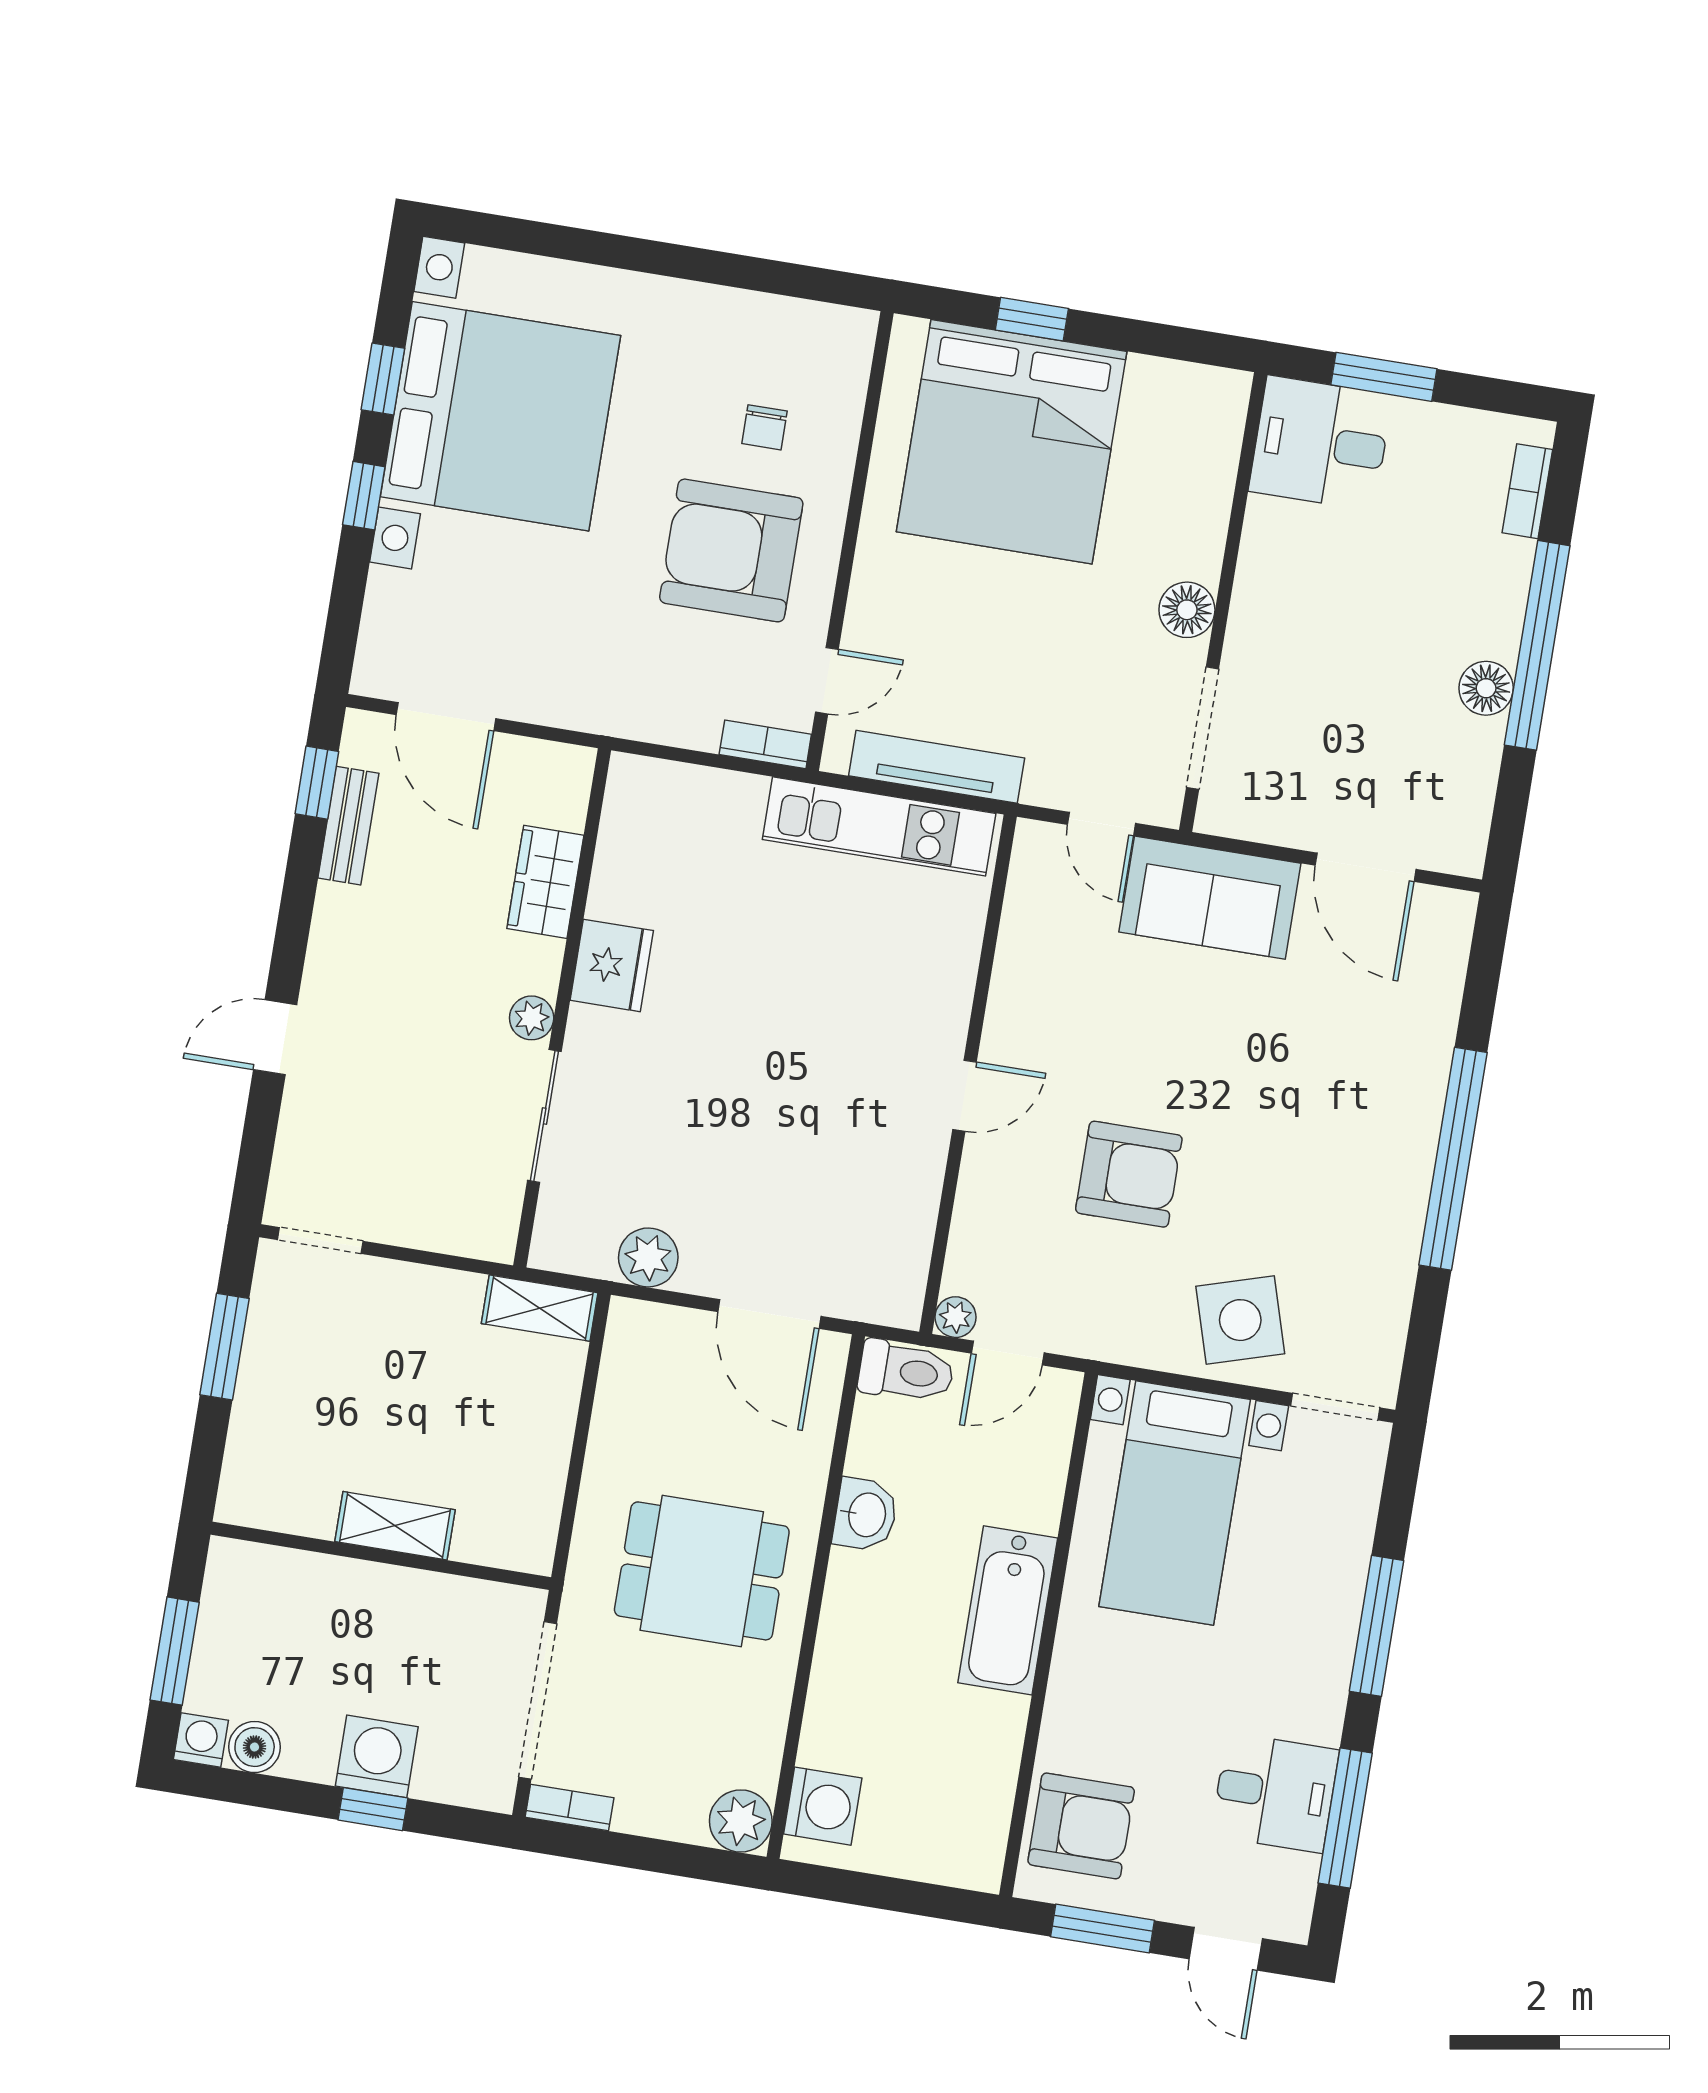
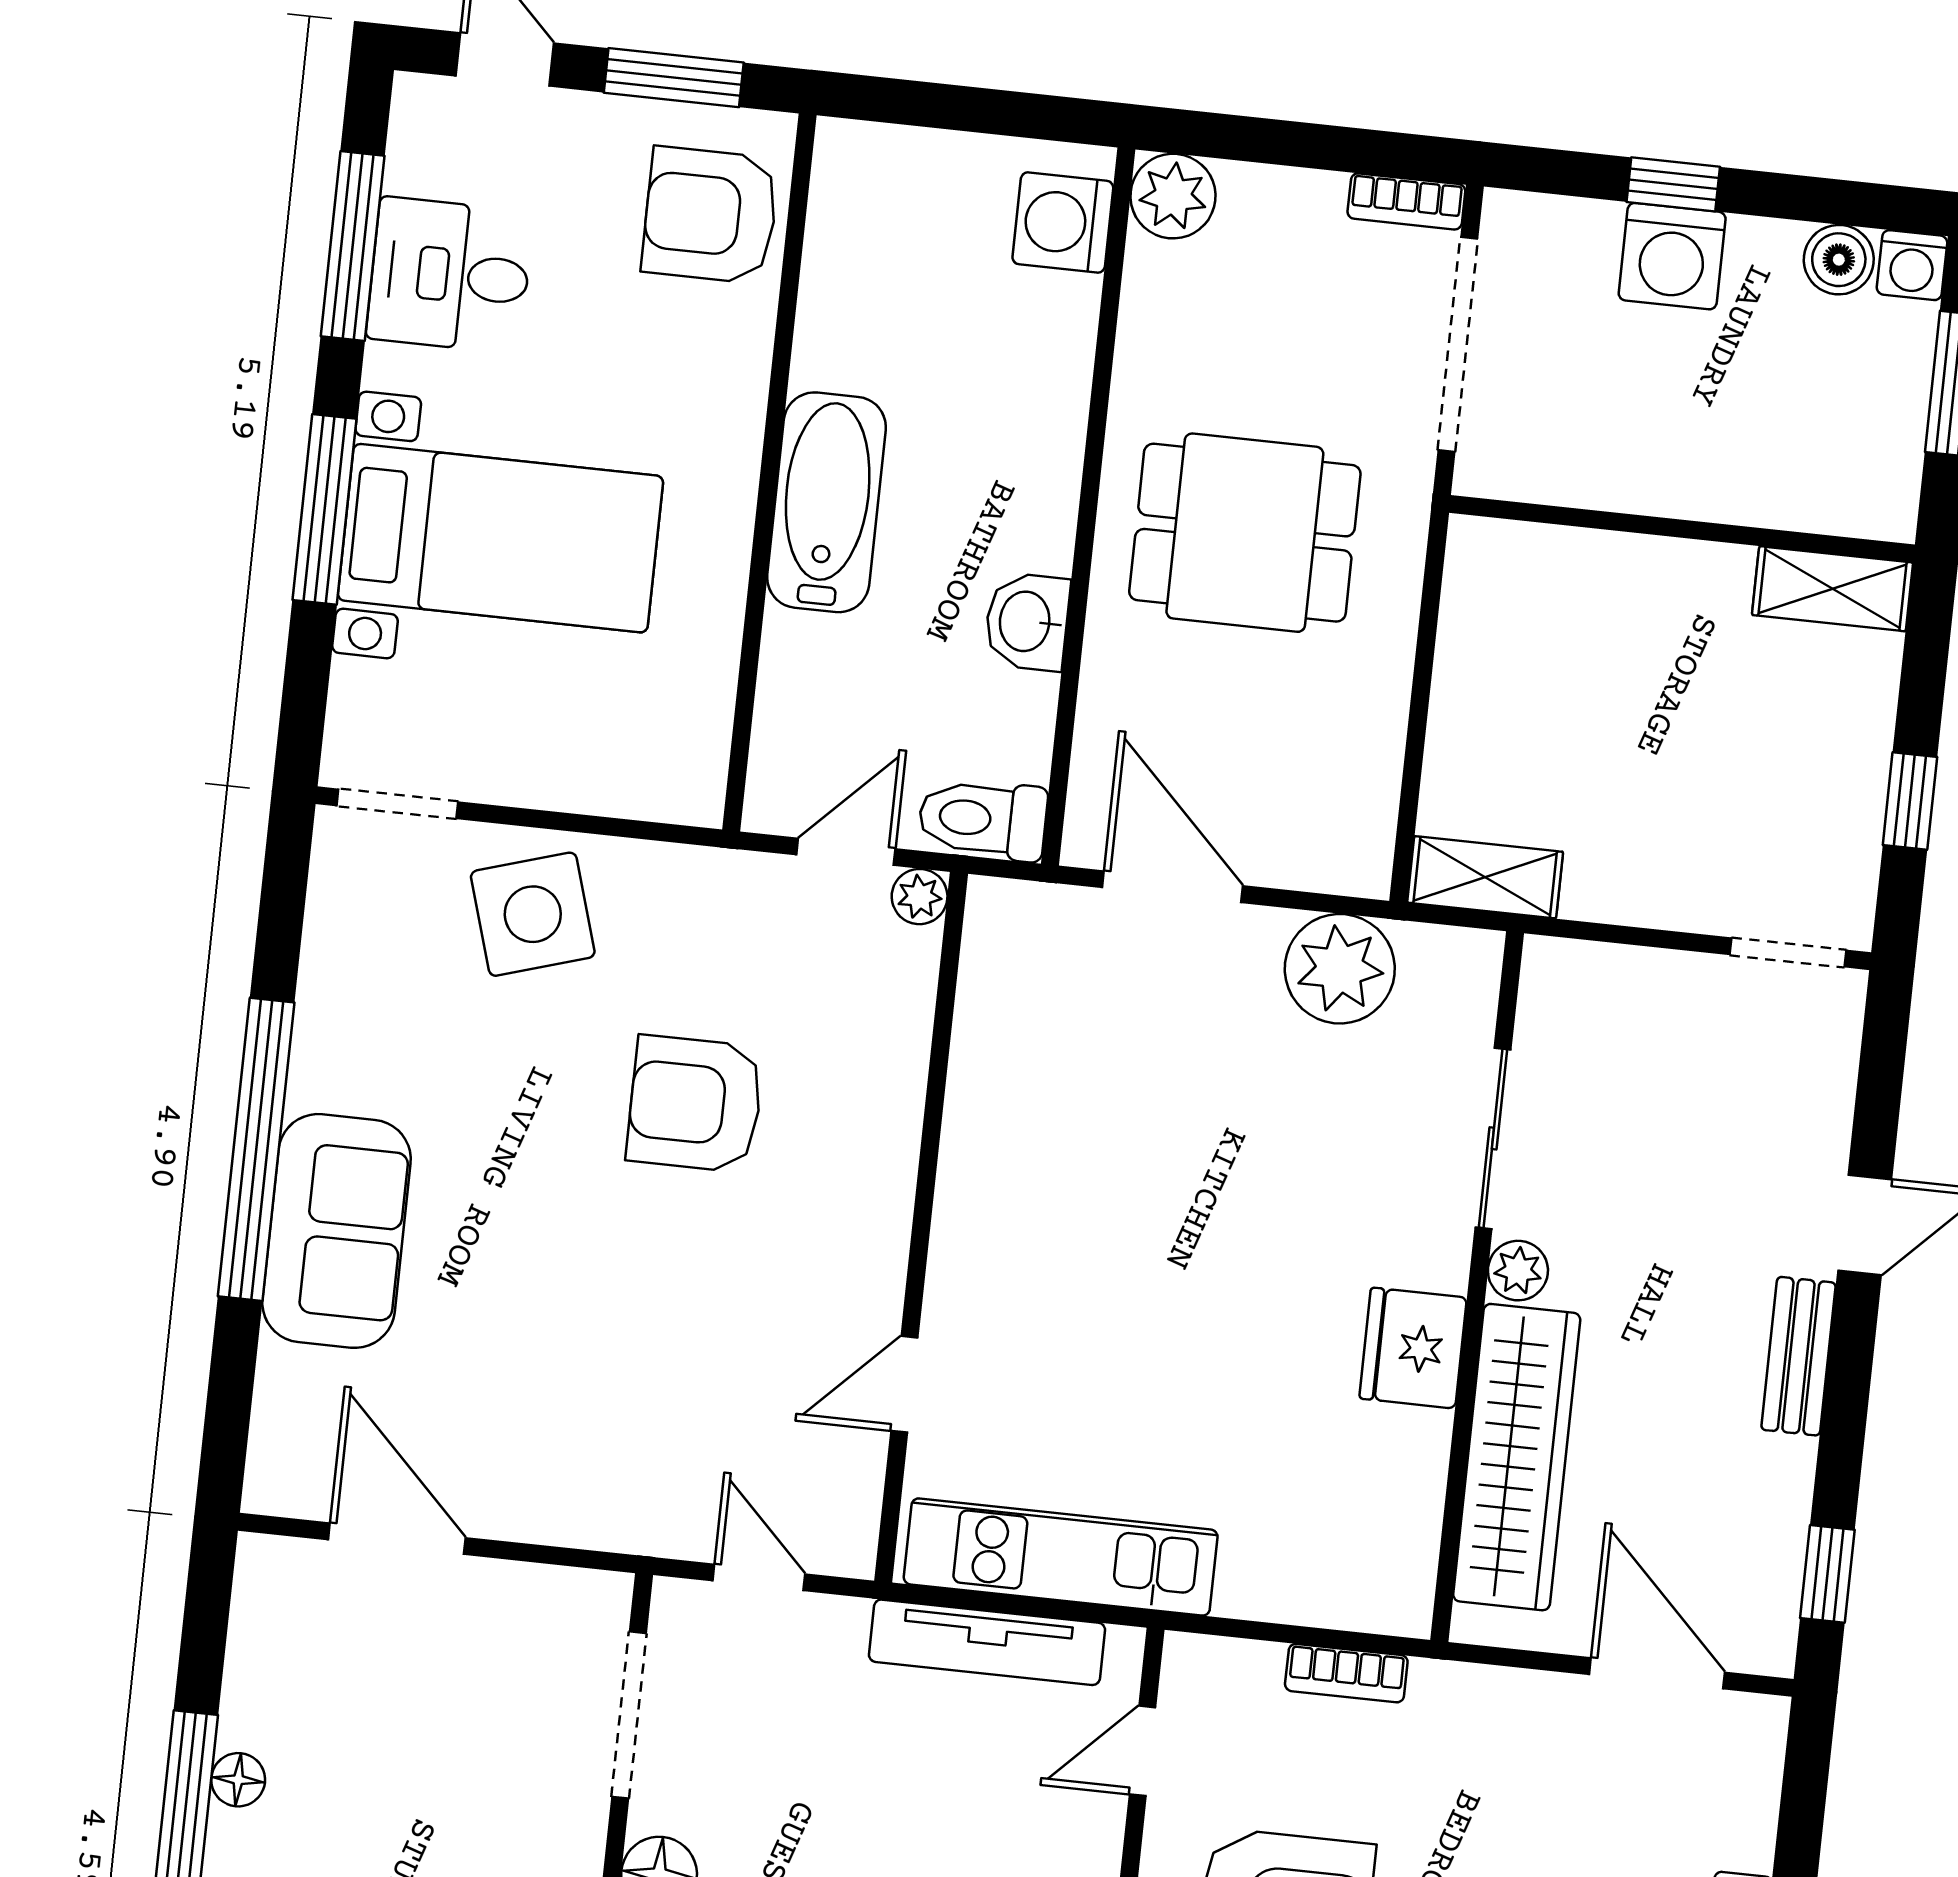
floor lamp: (1486, 688) -> (238, 1780), width x0.73, depth x0.73
bookcase: (765, 744) -> (1346, 1673), moved
bench: (348, 826) -> (1799, 1356), moved
wardrobe: (545, 882) -> (1517, 1457), width x2.10, depth x1.17
sofa: (1210, 898) -> (337, 1231), moved, turned 90
door: (964, 1096) -> (904, 1384), moved
plant: (648, 1257) -> (1340, 969), width x1.36, depth x1.36
window: (224, 1347) -> (1910, 801), width x0.67
bed with nightstands: (1175, 1503) -> (500, 538), moved, turned 90
shelving: (395, 1526) -> (1833, 589), moved

